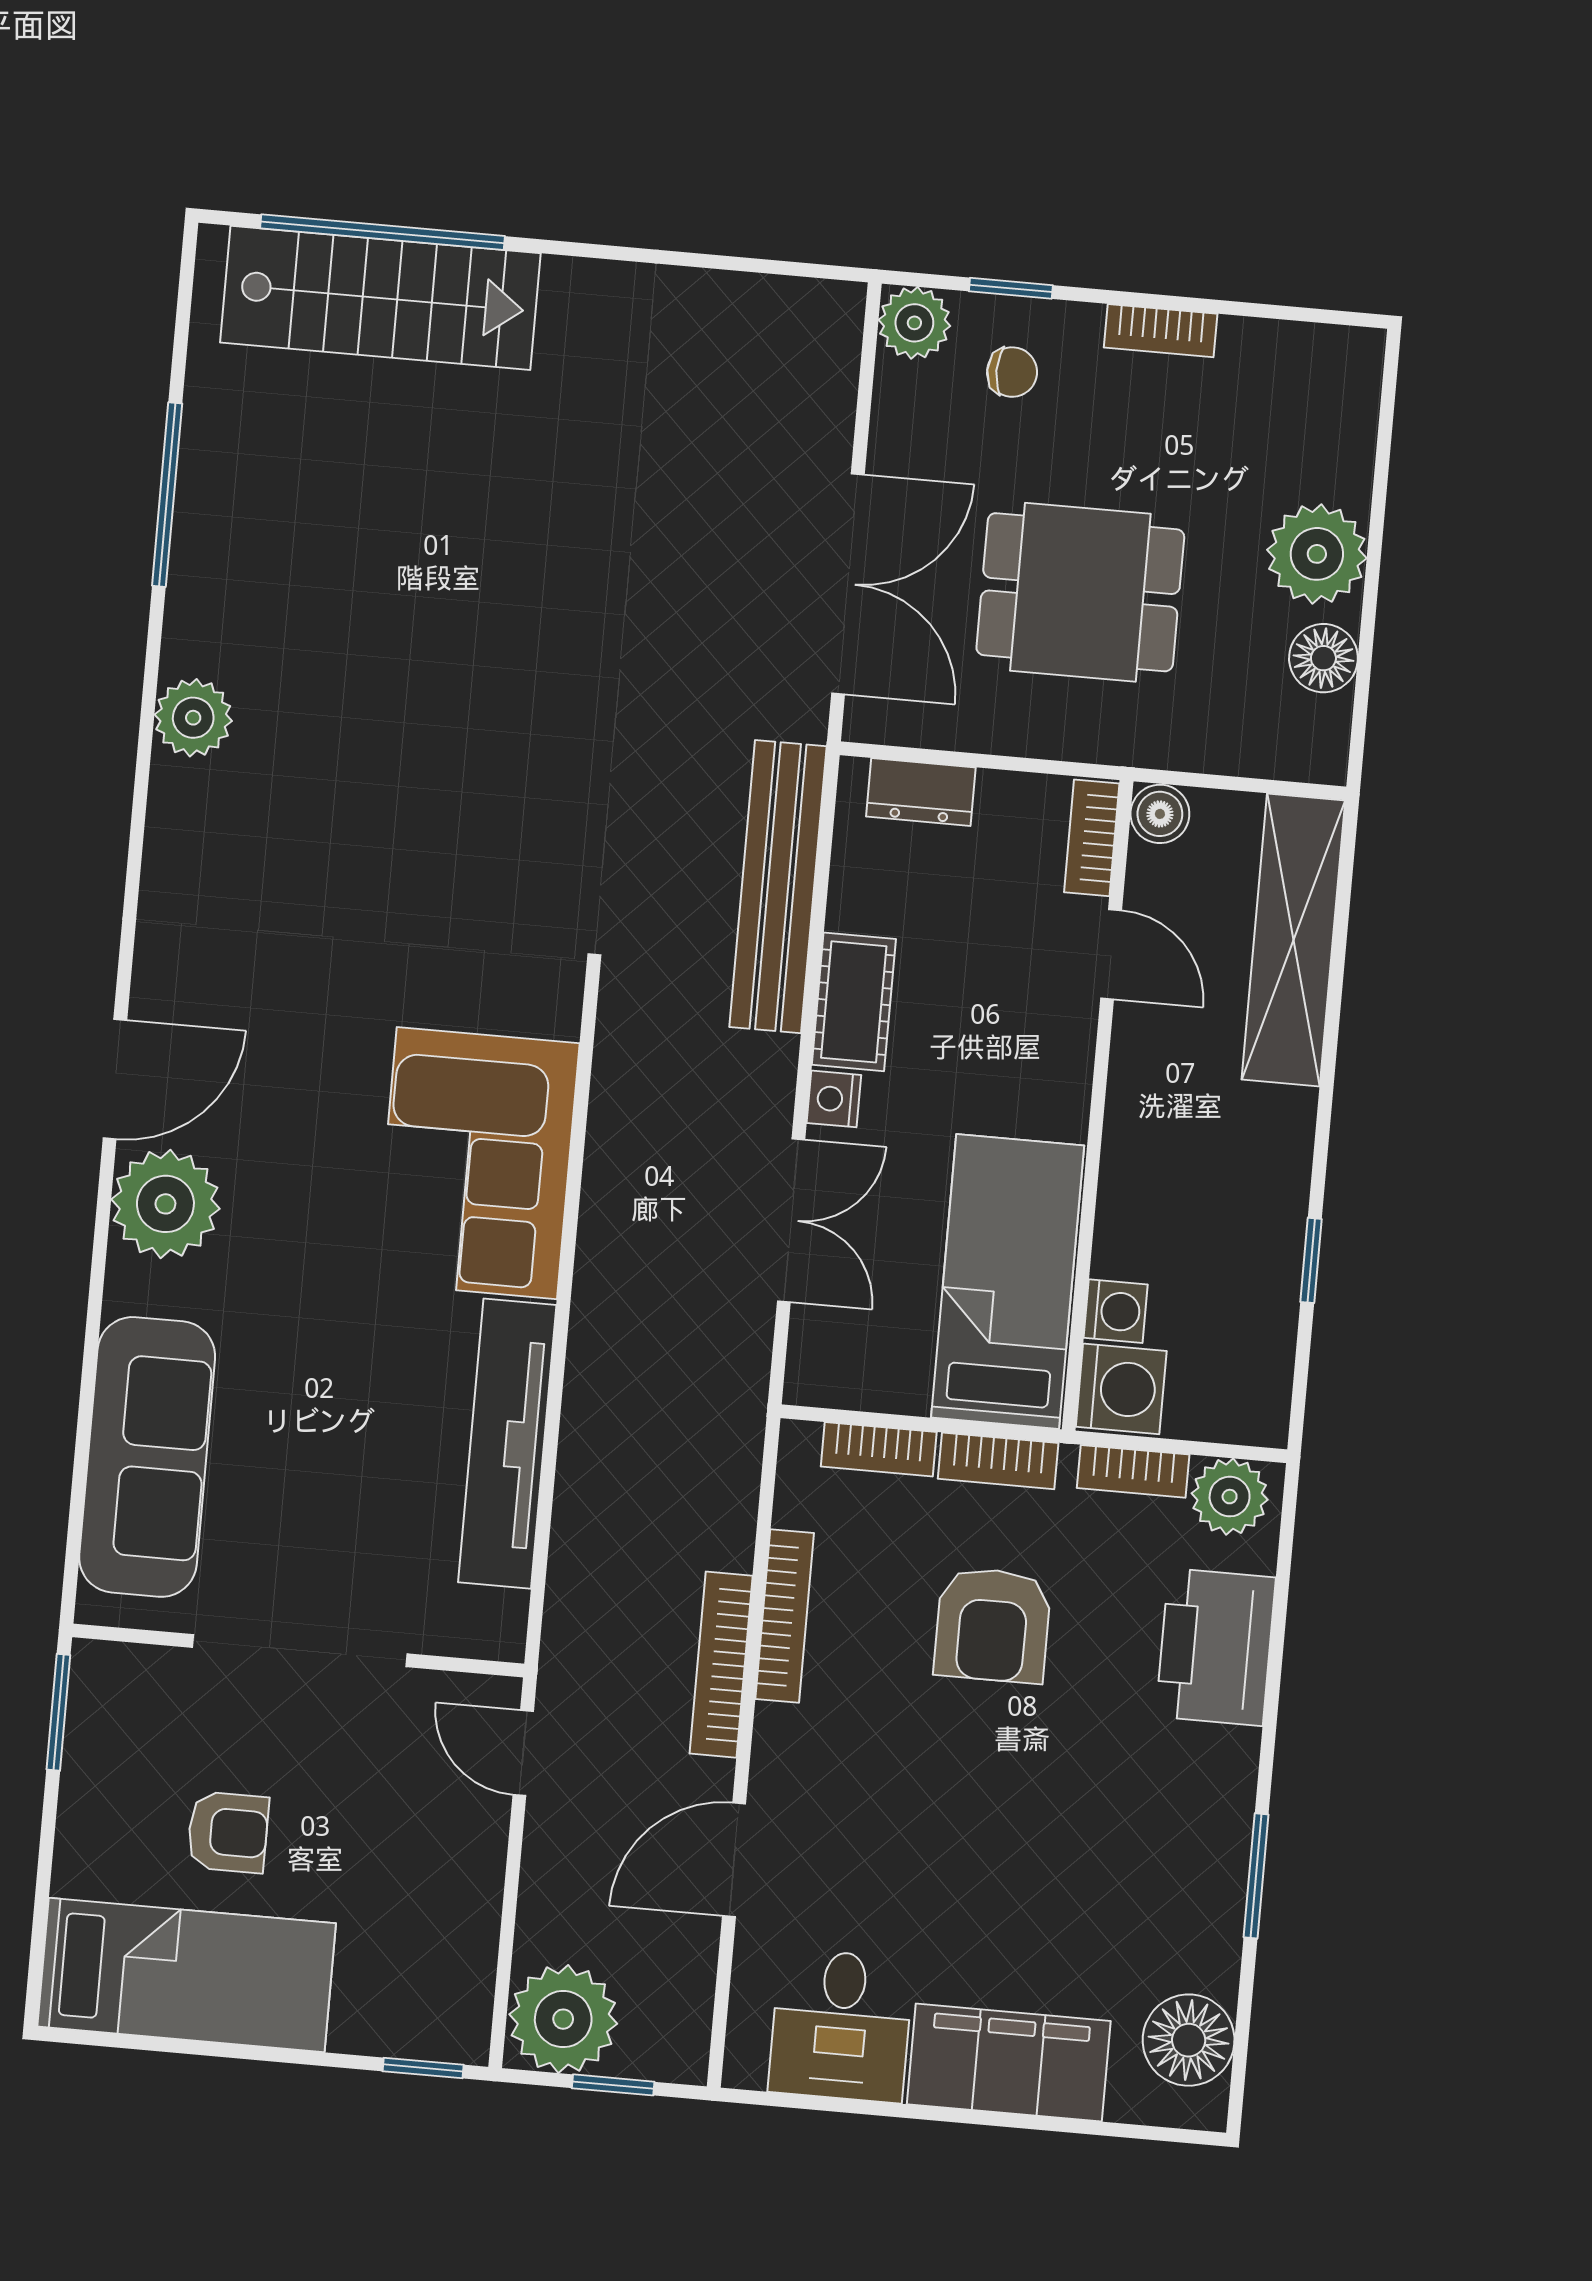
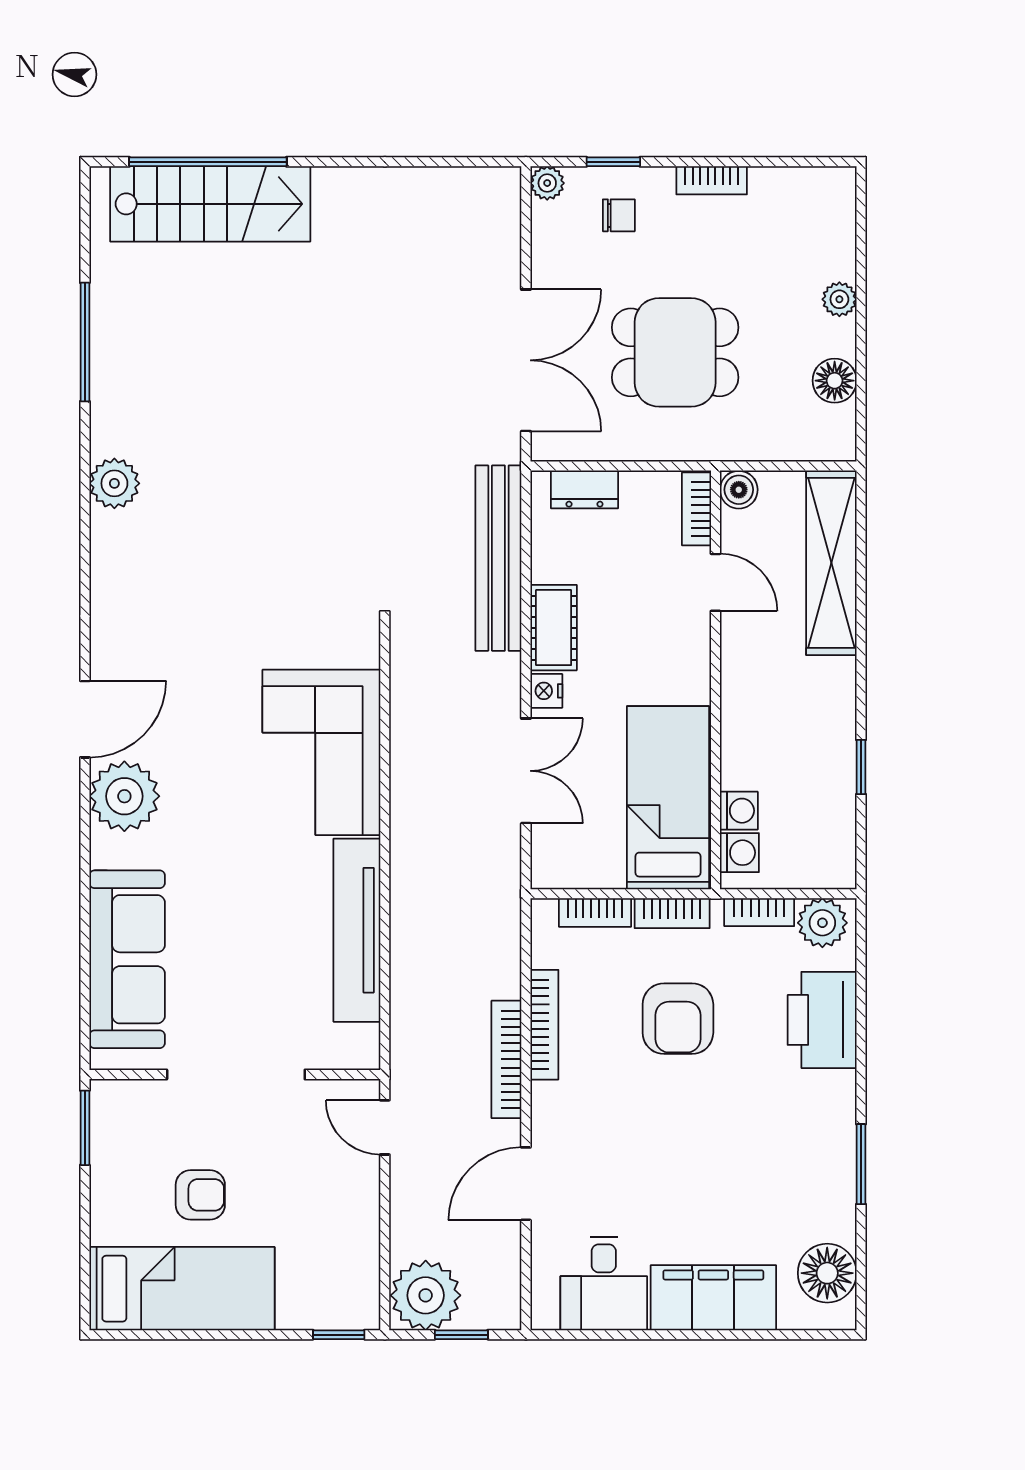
plant: (914, 323) -> (547, 183), width x0.73, depth x0.73
plant: (1317, 554) -> (839, 299), width x0.53, depth x0.53
washing machine: (1121, 1389) -> (739, 853), width x0.73, depth x0.73

